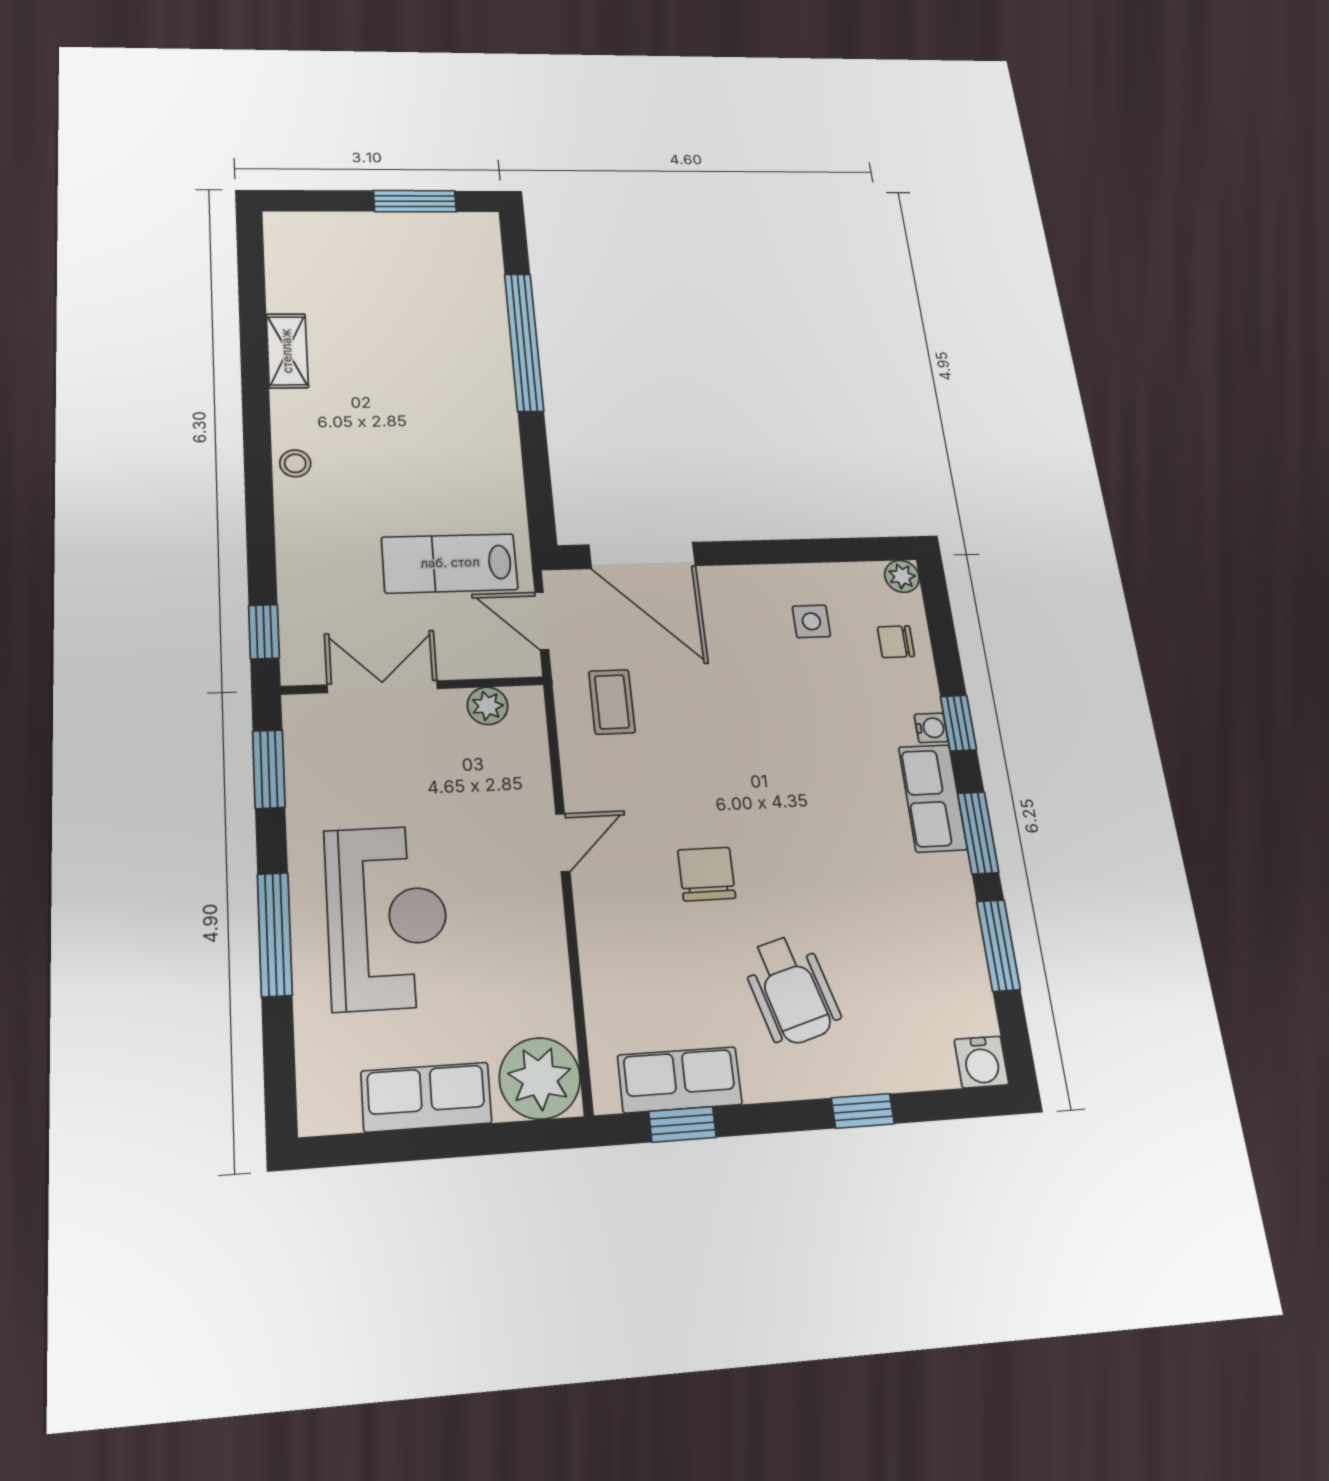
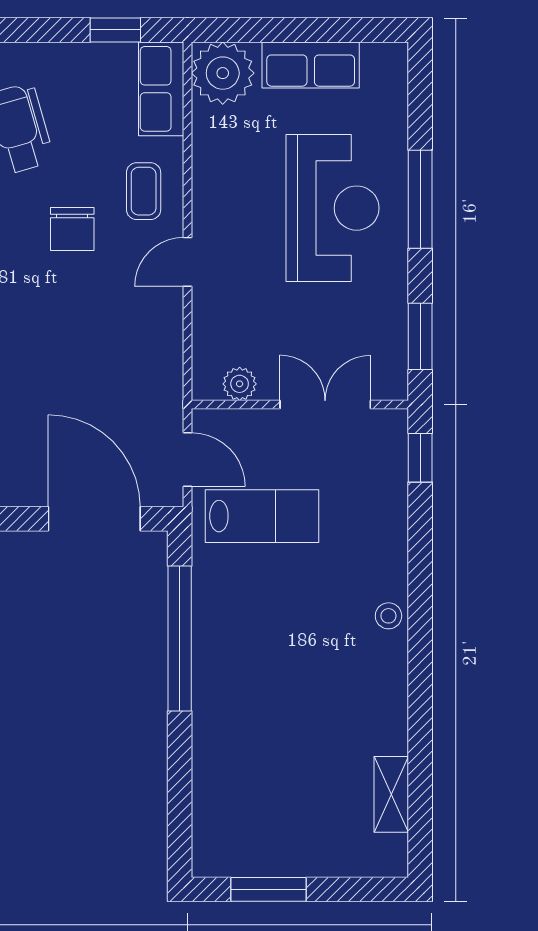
window: (524, 342) -> (180, 638), moved
shelving: (287, 351) -> (391, 794), moved
double door: (382, 687) -> (325, 404), swing flipped
coffee table: (612, 702) -> (144, 191), moved
reception desk: (387, 917) -> (333, 208), turned 180
row of seats: (680, 1080) -> (161, 89), moved, turned 90

